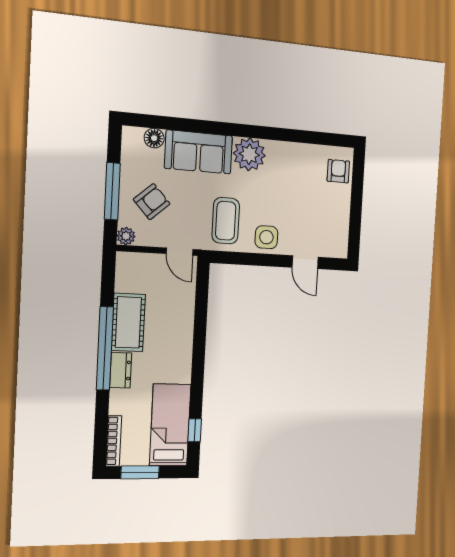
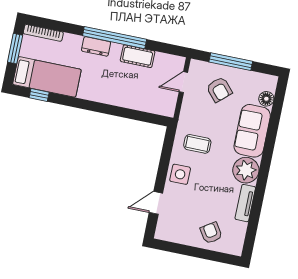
tv unit: (290, 150) -> (245, 203), added
armchair: (338, 171) -> (211, 233), moved, turned -123
coffee table: (226, 221) -> (197, 144), width x0.73, depth x0.77
plant: (126, 236) -> (196, 66), removed
door: (180, 252) -> (183, 82), moved
cot: (128, 322) -> (138, 56), width x0.73, depth x0.75

